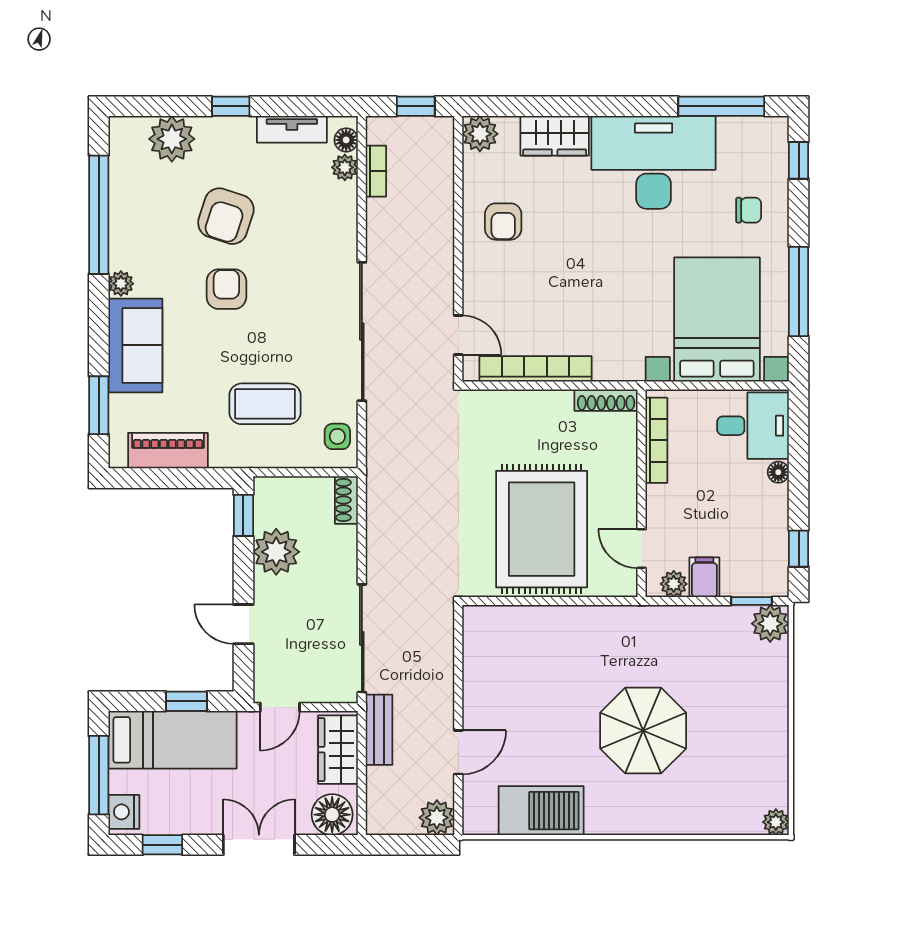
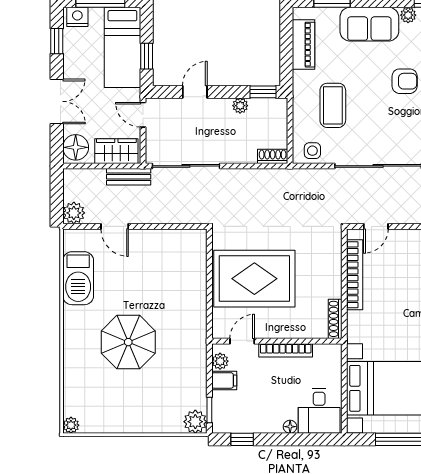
bookcase: (656, 440) -> (286, 350), moved
plant: (276, 552) -> (240, 106), width x0.53, depth x0.53

